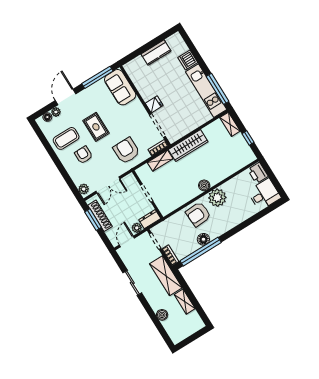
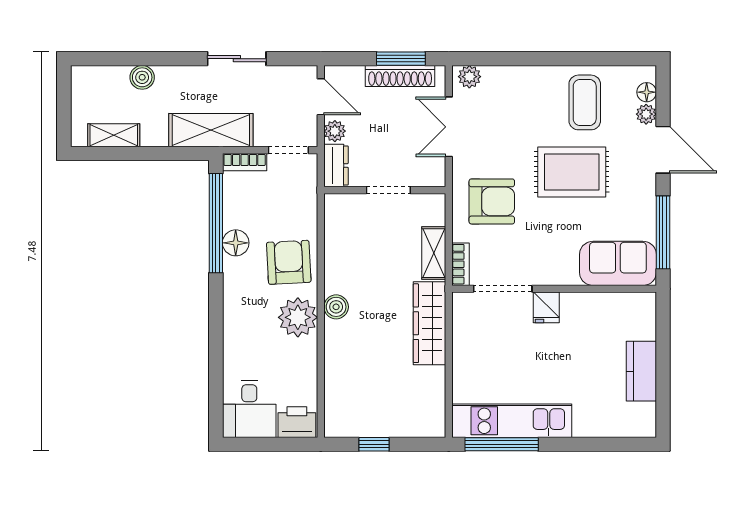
dishwasher: (188, 60) -> (590, 422), removed
shelving: (230, 124) -> (421, 426), removed
rug: (96, 127) -> (572, 172), width x1.36, depth x1.43
armchair: (84, 155) -> (534, 116), removed
shelving: (185, 302) -> (114, 135), moved

